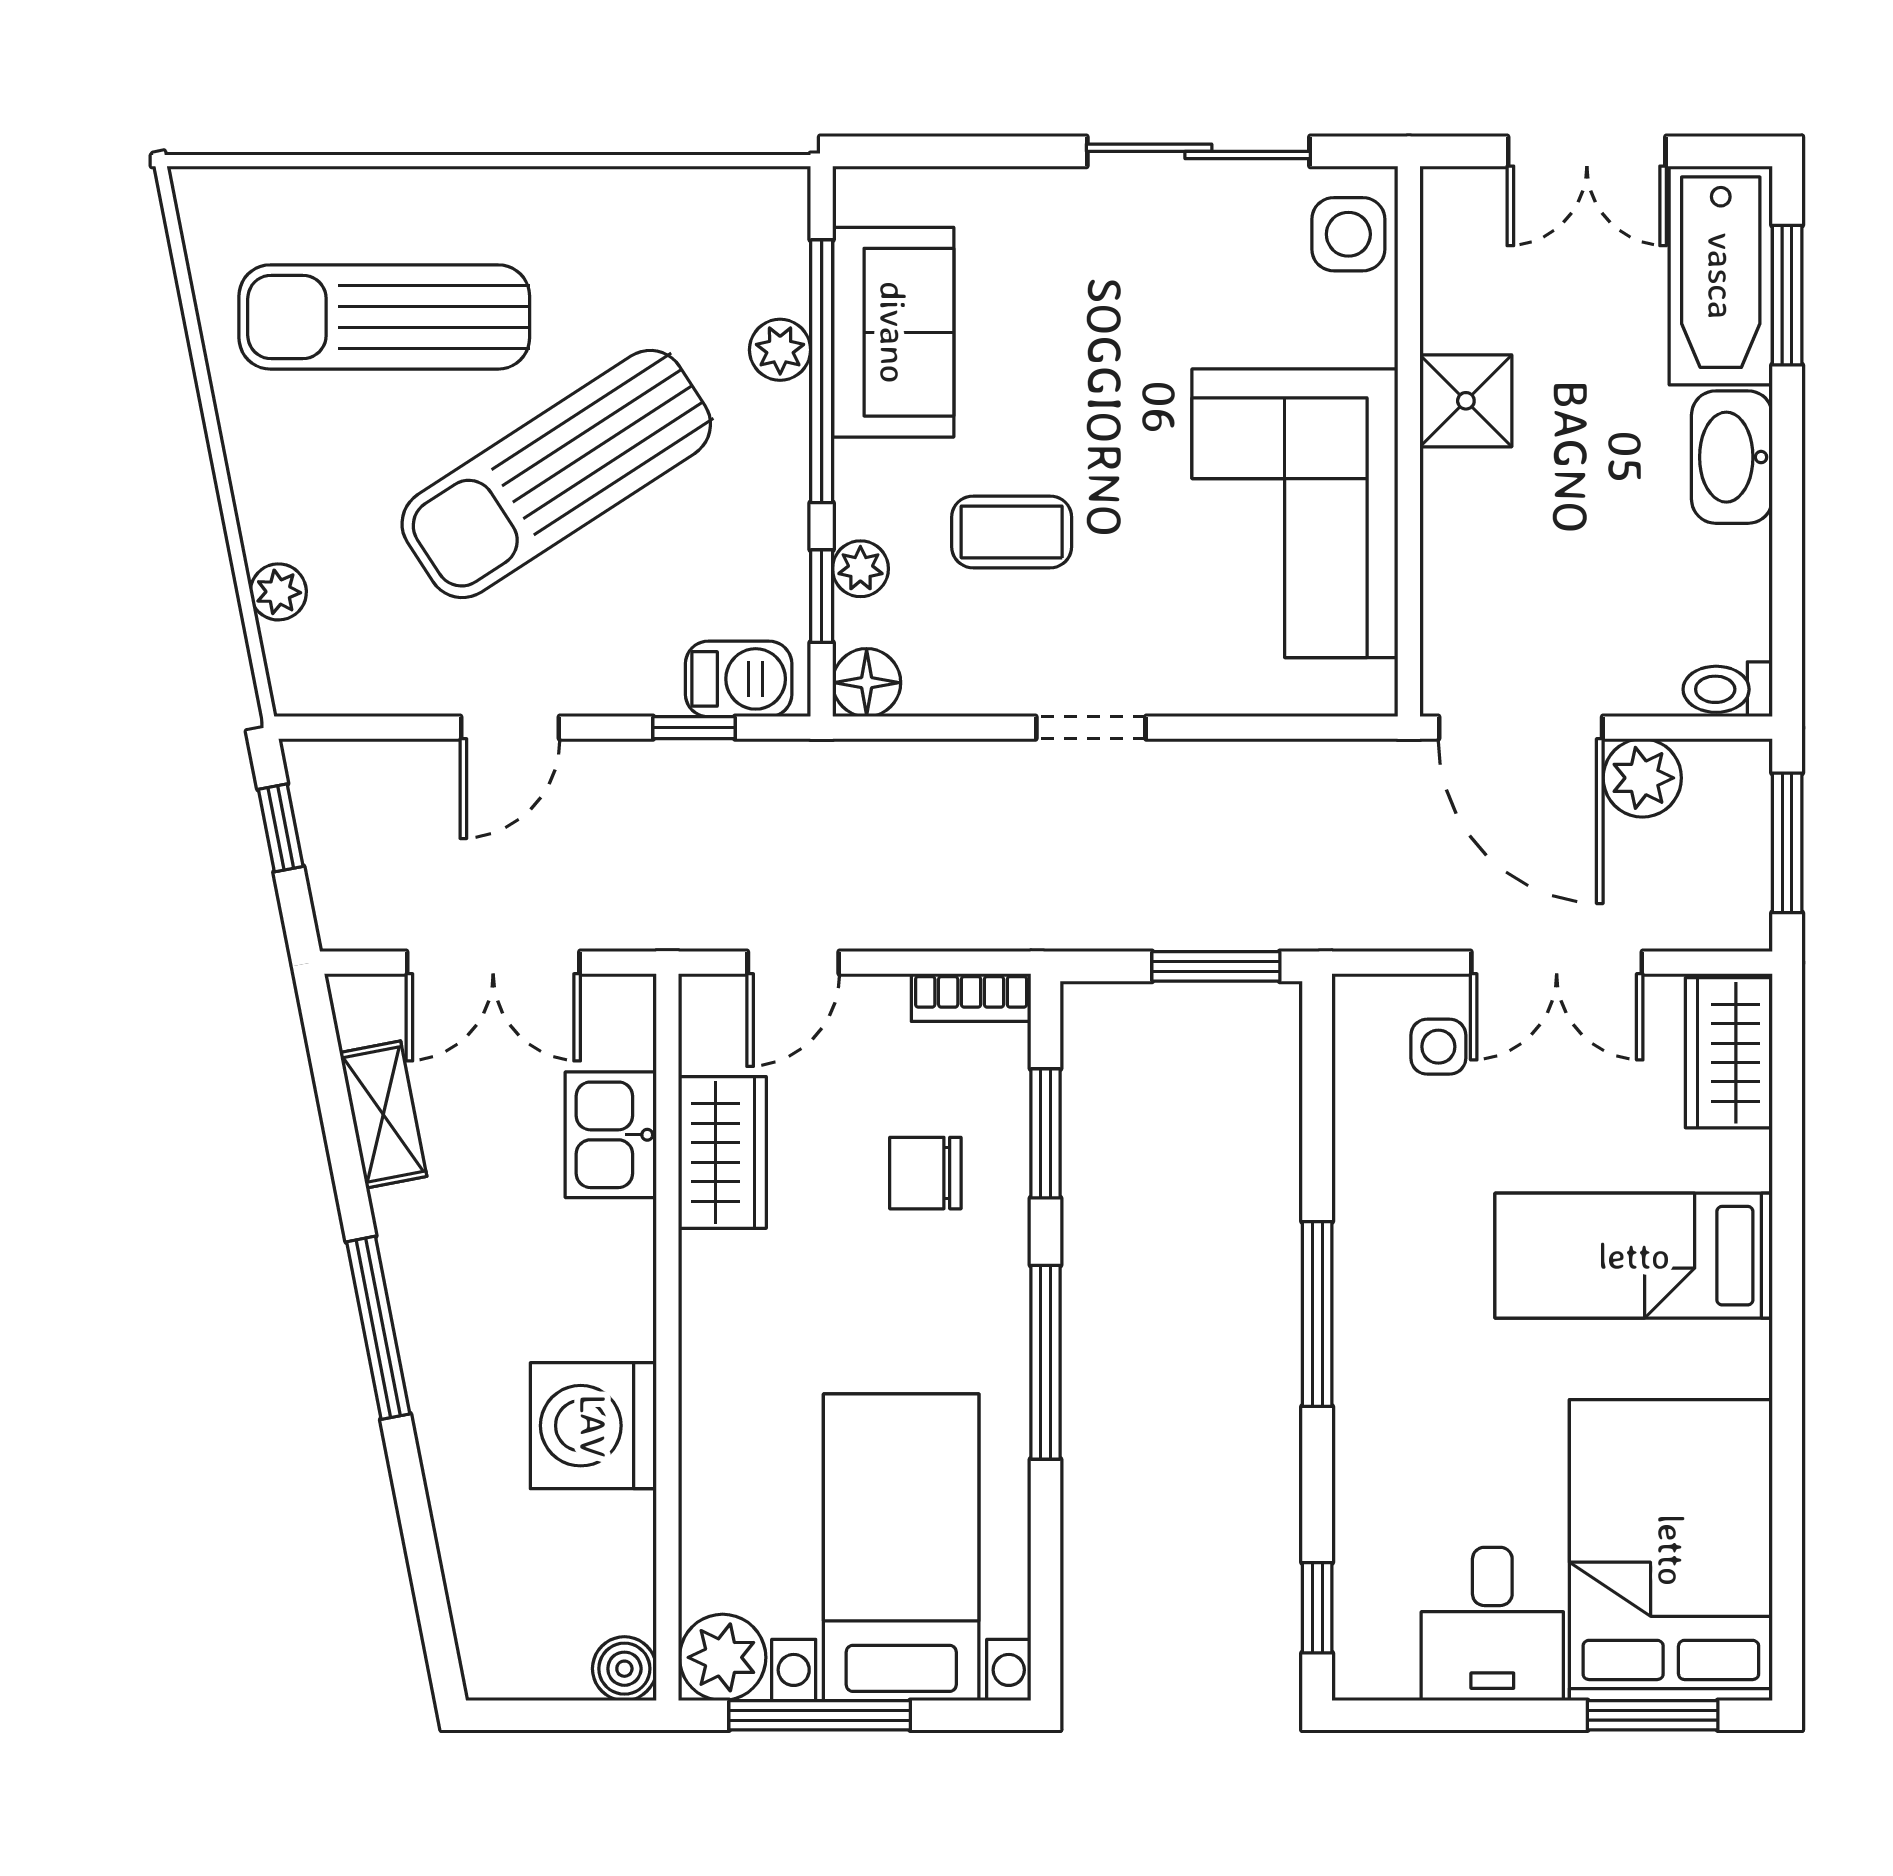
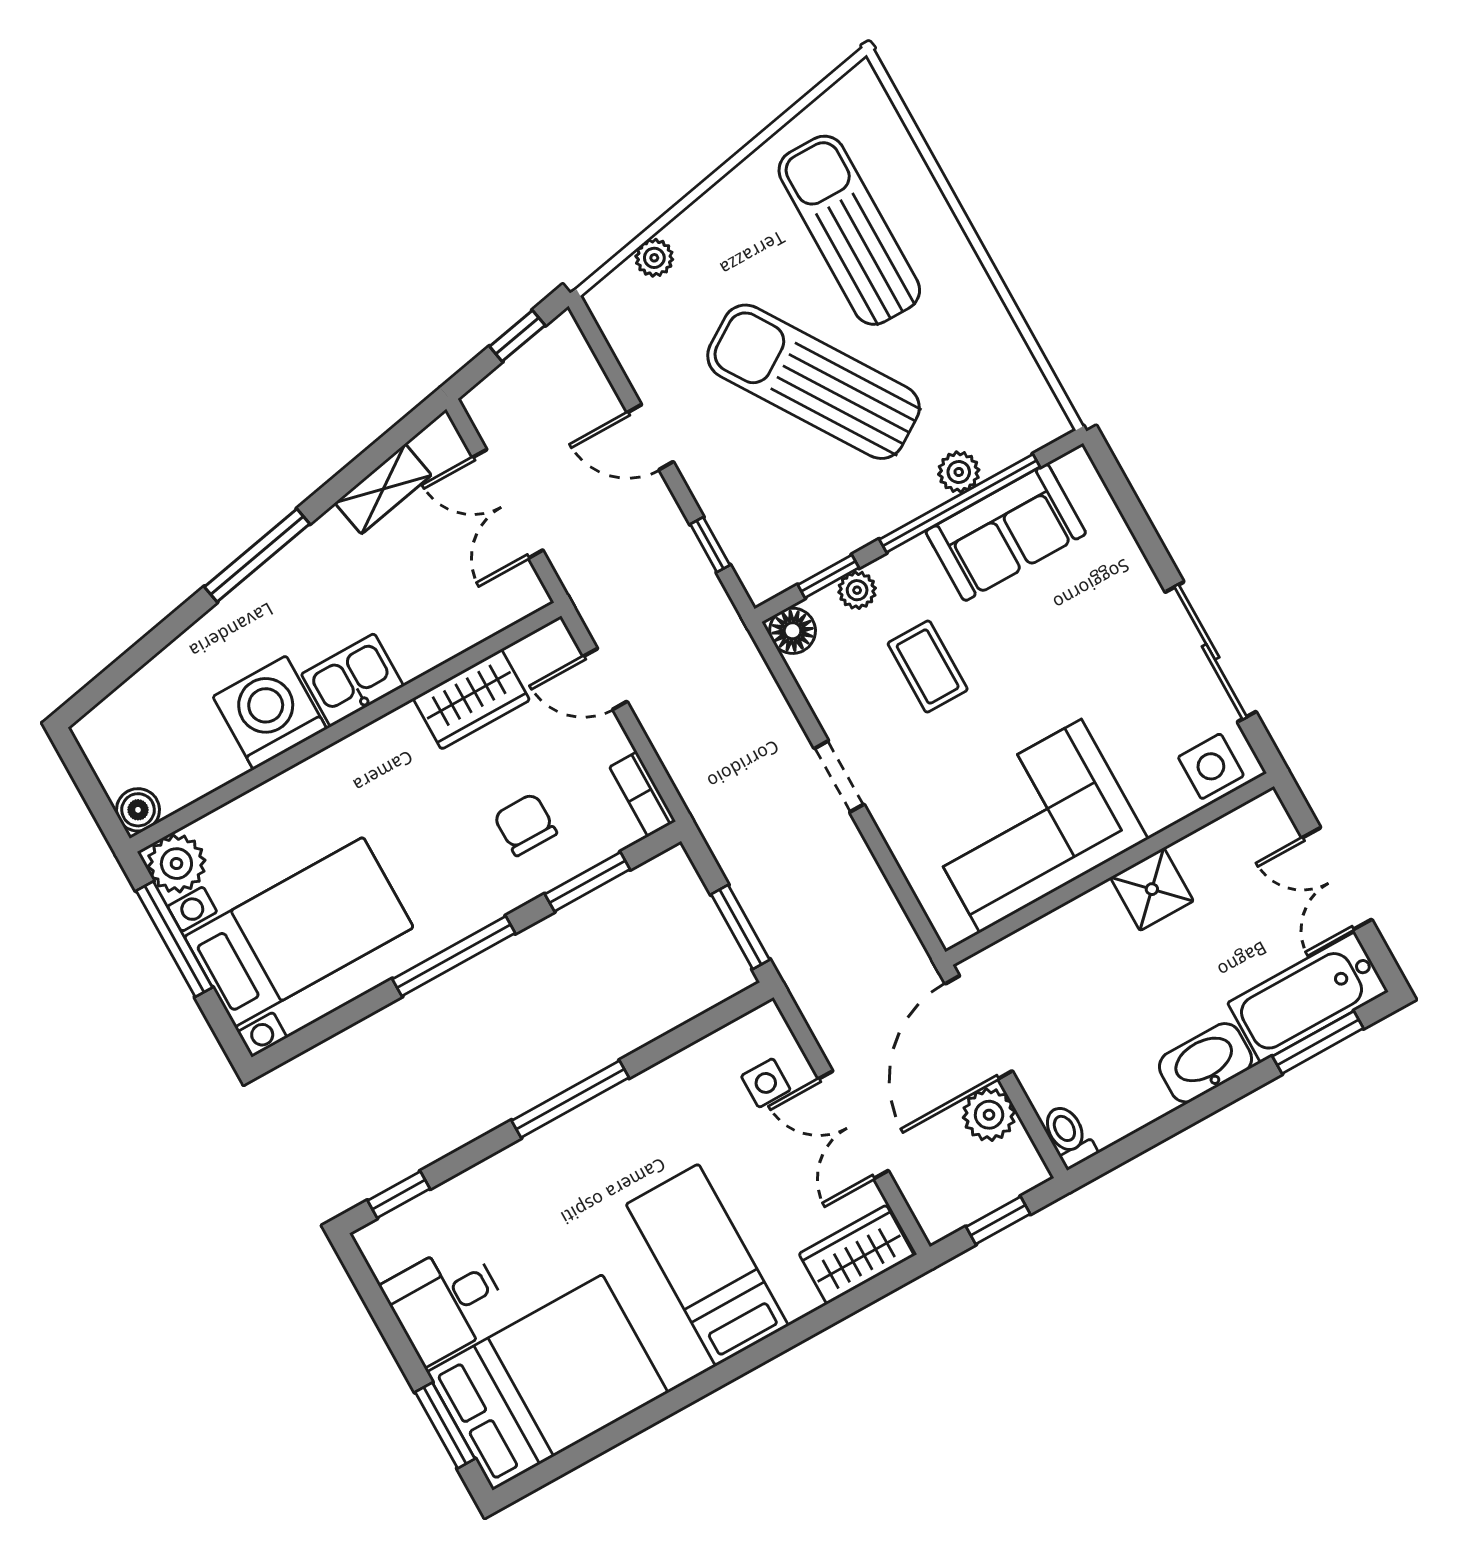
barbecue: (739, 679) -> (753, 555), removed
window: (1787, 843) -> (998, 1220), width x0.67
kitchen sink: (611, 1135) -> (352, 680), moved

